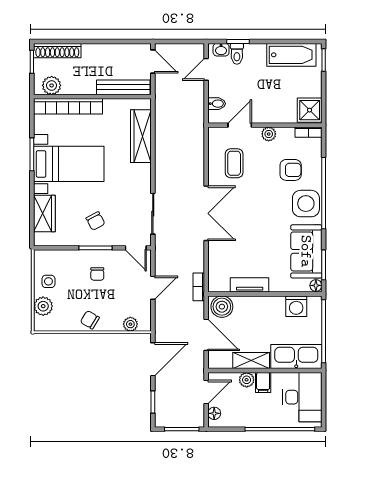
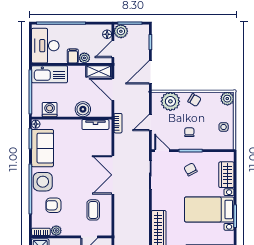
plant: (269, 134) -> (56, 231), moved
tv unit: (250, 285) -> (95, 124), moved
plant: (43, 306) -> (227, 99), moved
boiler: (222, 307) -> (83, 109), moved
plant: (130, 324) -> (170, 101), width x1.87, depth x1.87
shelving: (251, 361) -> (99, 71), moved
plant: (195, 418) -> (121, 31), added

